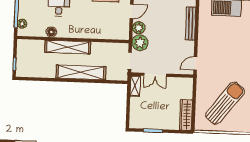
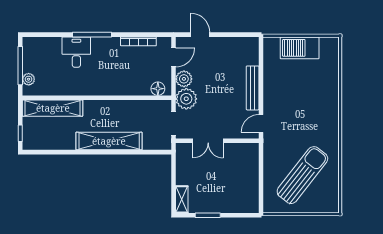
bench: (191, 24) -> (253, 88), moved
floor lamp: (51, 32) -> (158, 89), moved
shelving: (68, 47) -> (53, 108), moved
shelving: (135, 86) -> (182, 199), moved
wardrobe: (186, 115) -> (251, 193), removed

